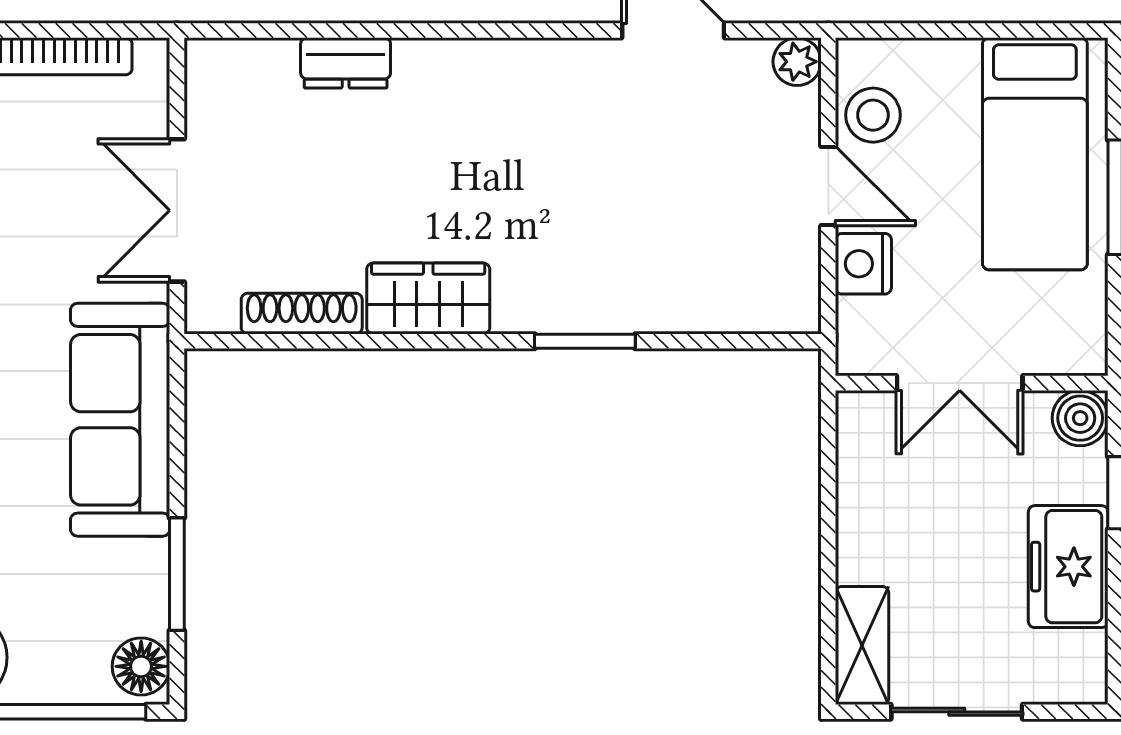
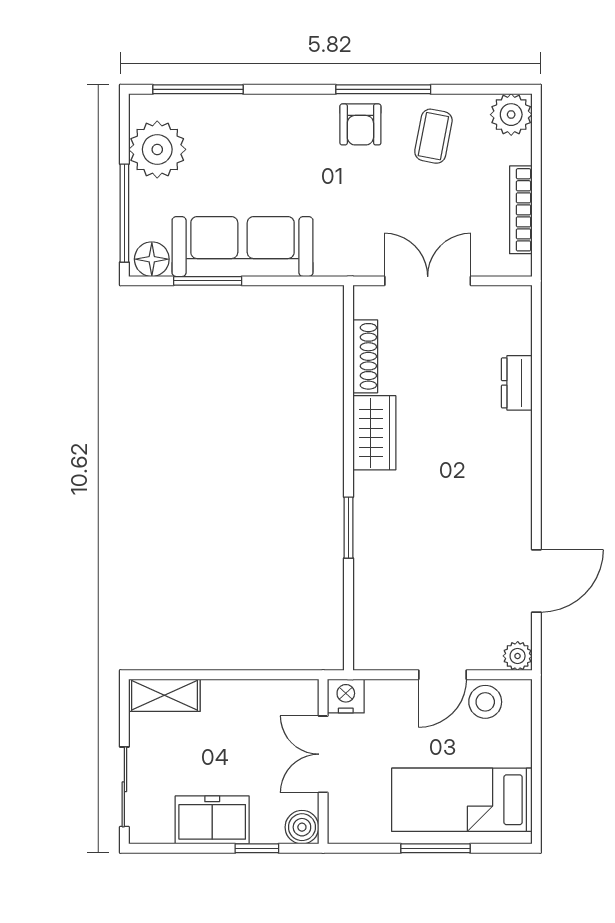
nightstand: (863, 264) -> (346, 696), moved
sofa: (120, 420) -> (242, 247), moved
sliding door: (957, 712) -> (124, 787), moved

